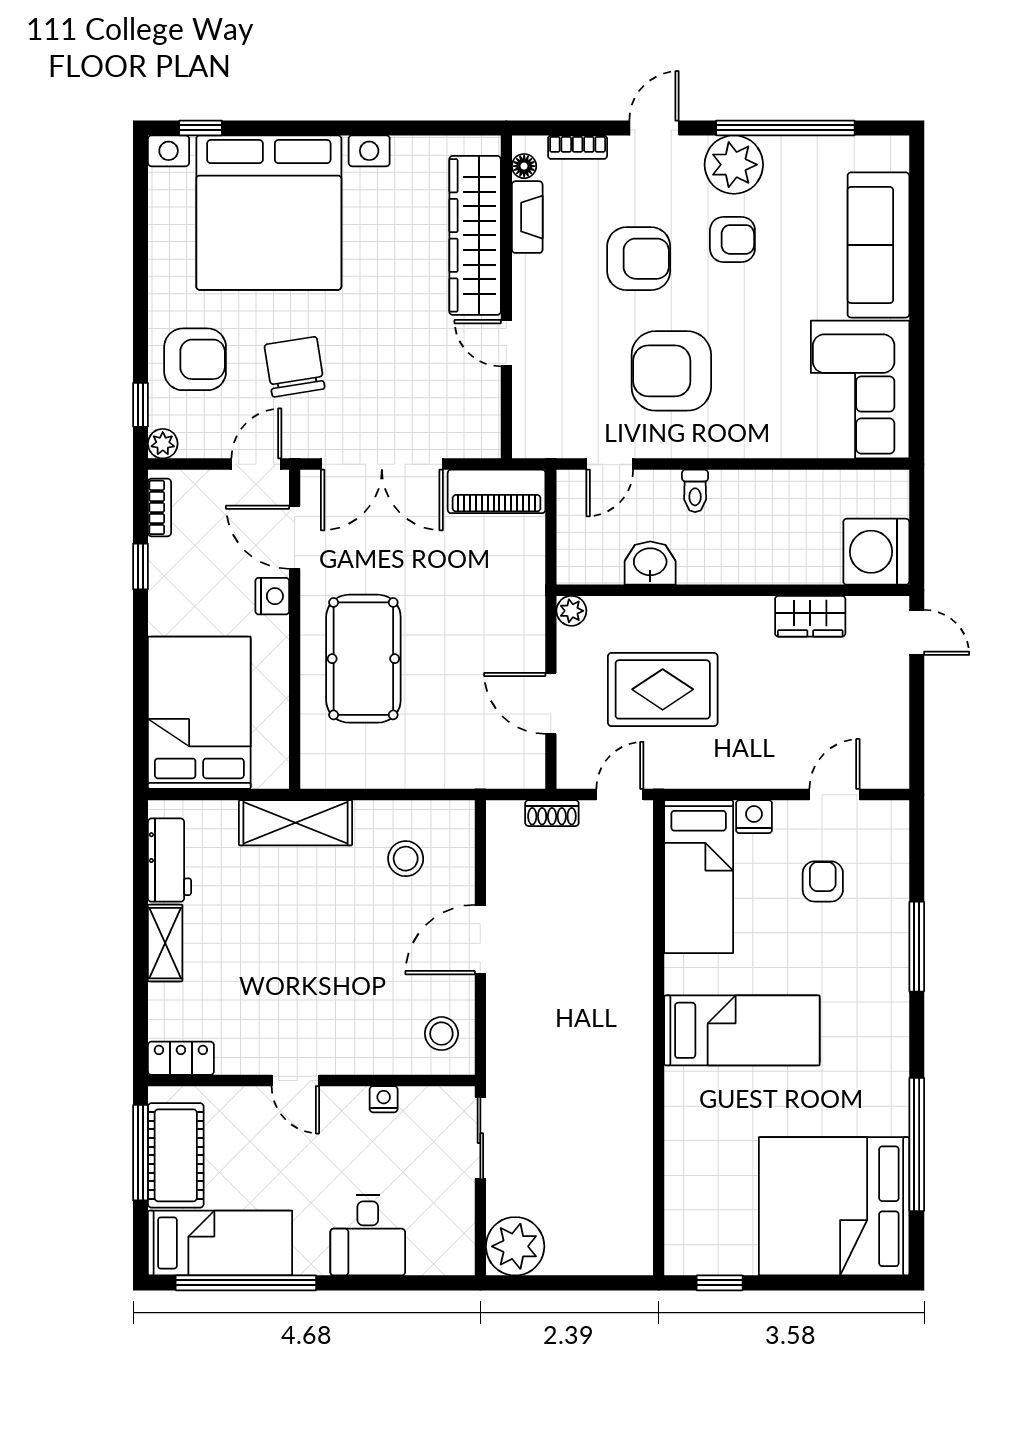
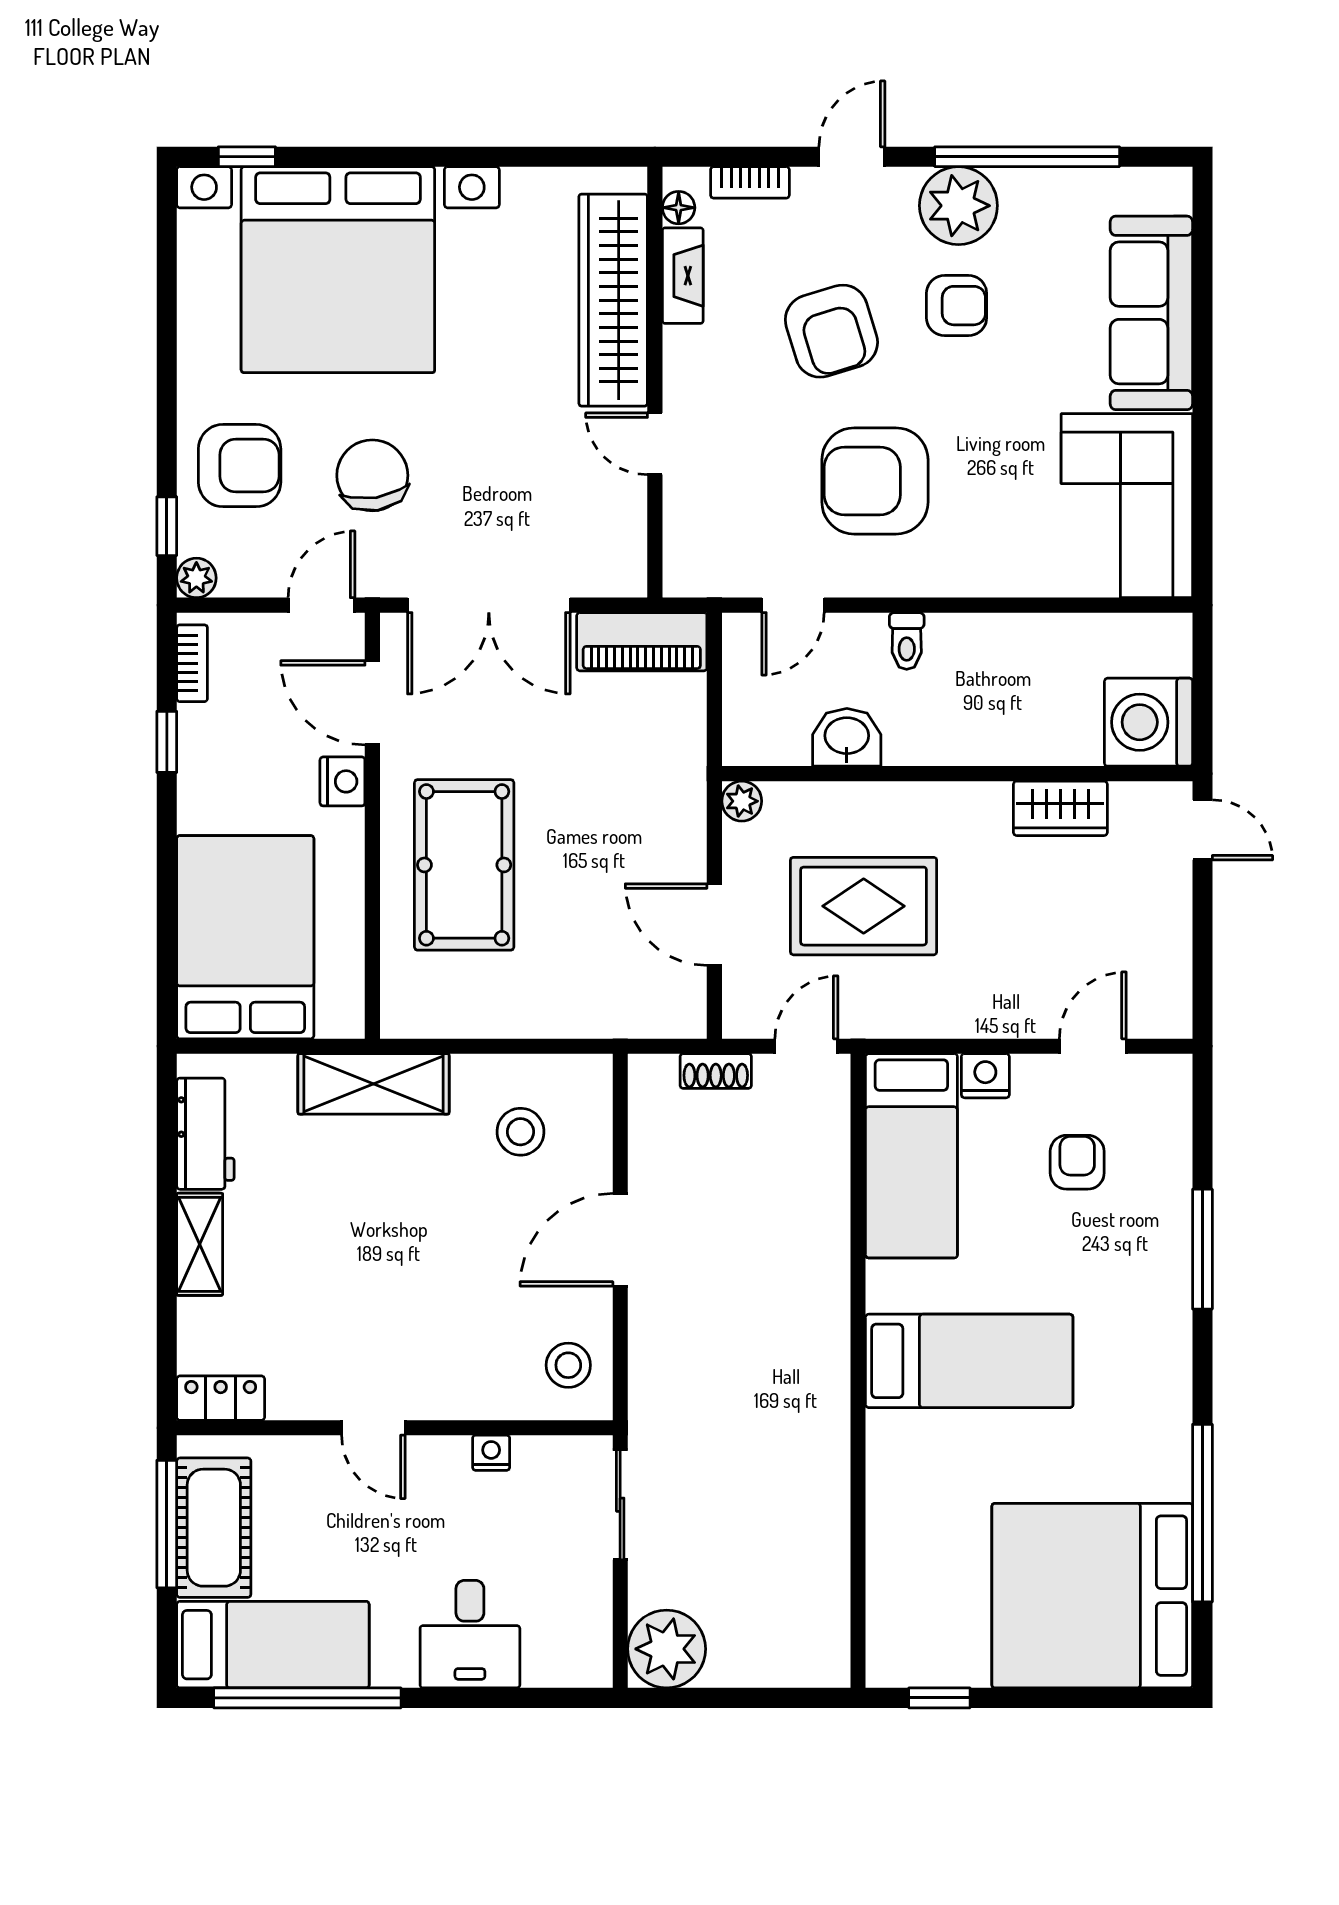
armchair: (639, 259) -> (831, 331), turned 73

